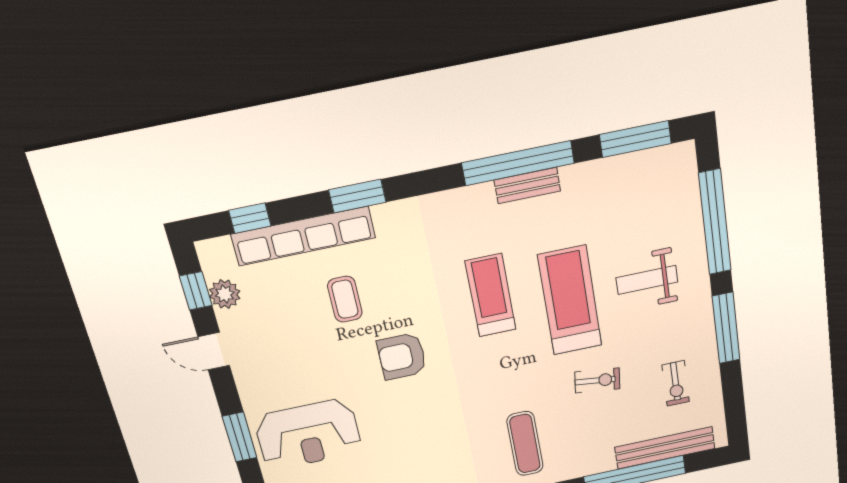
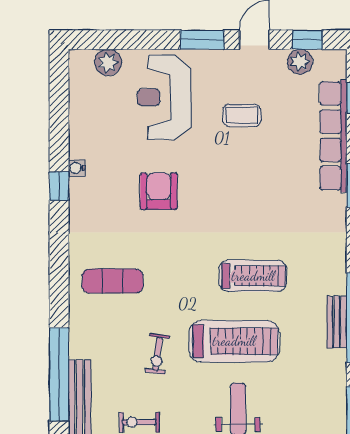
coffee table: (345, 299) -> (242, 115), moved
armchair: (402, 356) -> (159, 191), moved
window: (240, 437) -> (202, 40), moved

